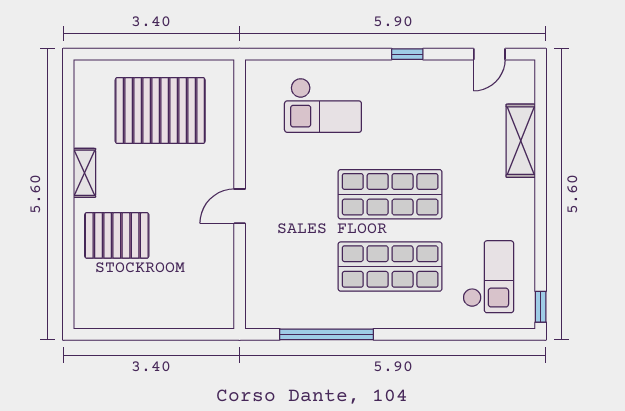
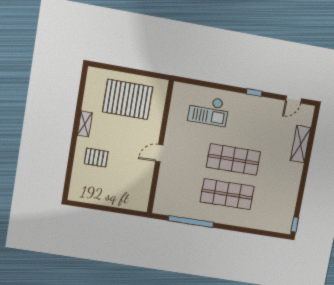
pallet: (117, 235) -> (96, 158), width x0.67, depth x0.71
checkout: (488, 277) -> (273, 206), removed

